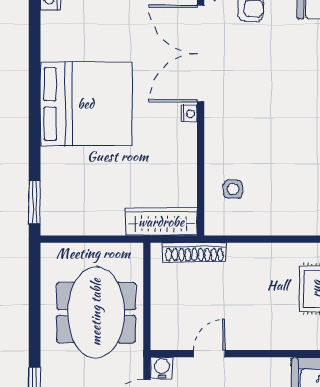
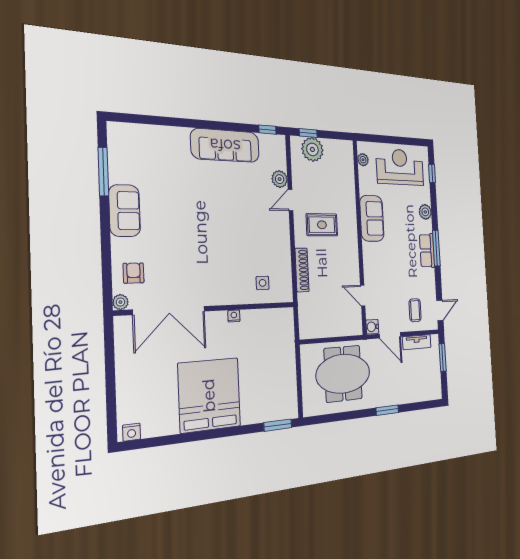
nightstand: (189, 114) -> (234, 316), moved
wardrobe: (161, 222) -> (286, 333), removed
shoe rack: (194, 252) -> (302, 270), moved

